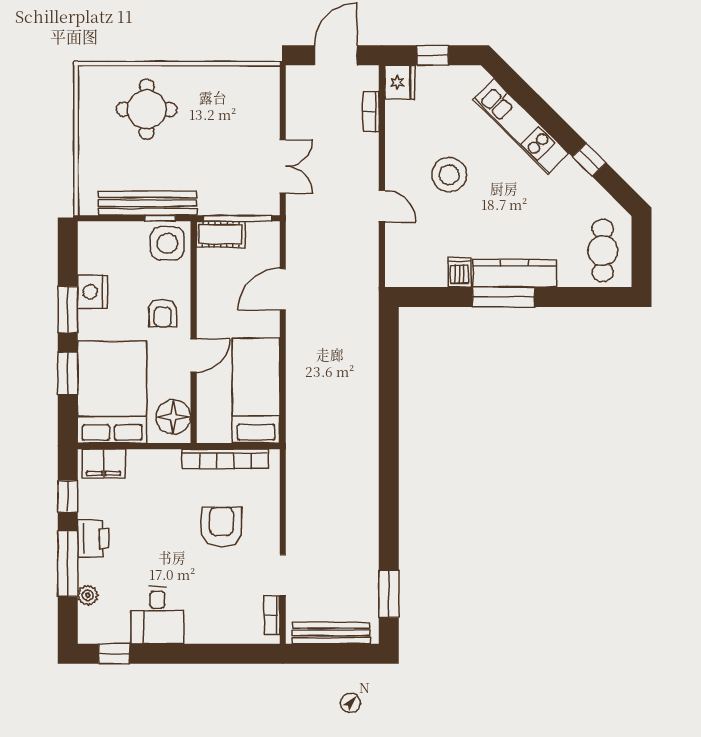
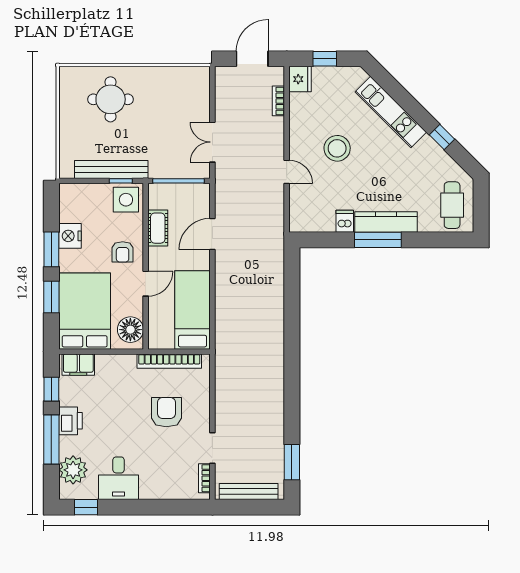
double door: (283, 166) -> (212, 142), swing flipped
cot: (221, 234) -> (158, 228), moved, turned 90
plant: (88, 595) -> (73, 470), width x1.87, depth x1.87

